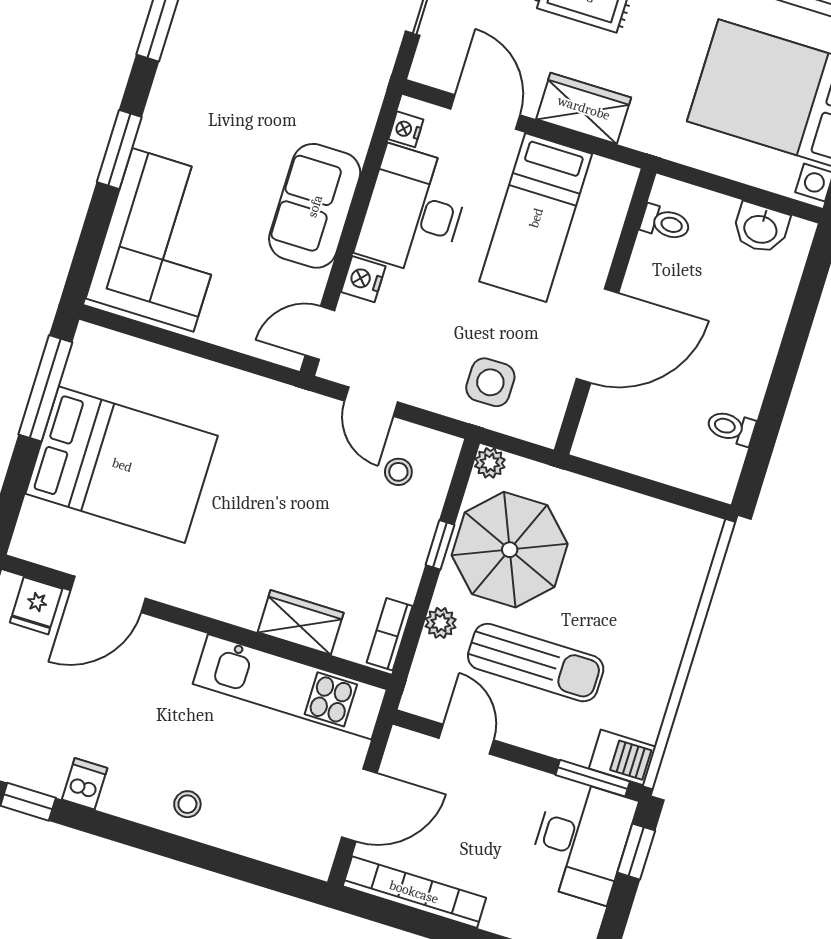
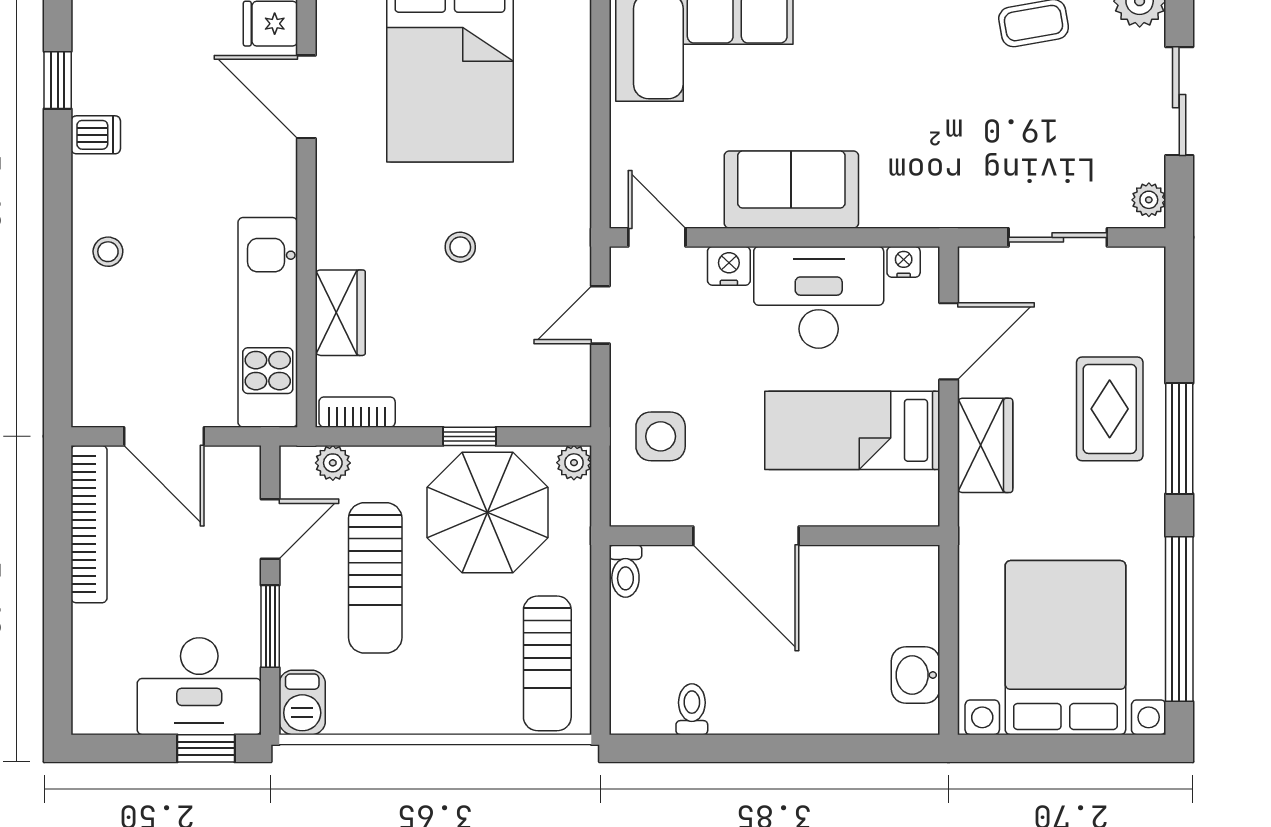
toilet: (665, 223) -> (625, 571), moved
stool: (398, 472) -> (460, 247), moved
sun lounger: (654, 539) -> (547, 663), added
plant: (441, 623) -> (333, 463), moved
window: (593, 778) -> (270, 626), moved

